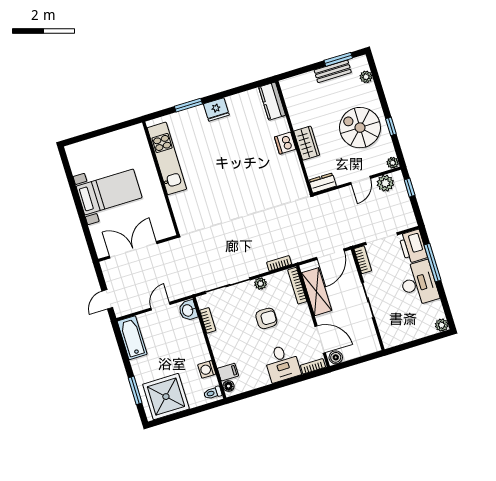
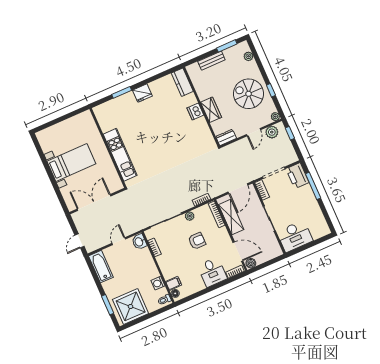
bench: (333, 71) -> (211, 61), moved
kitchen unit: (167, 158) -> (120, 155), moved
desk: (419, 283) -> (295, 236), moved, turned 90
plant: (442, 325) -> (325, 230), removed

